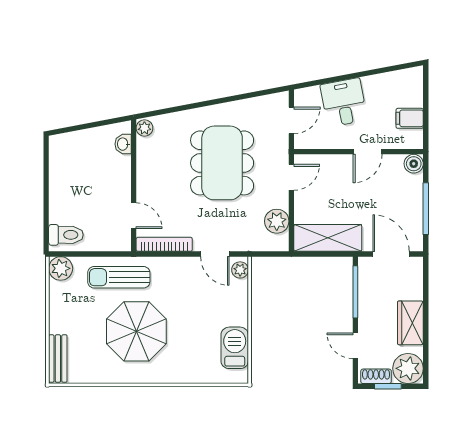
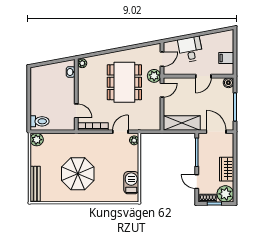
plant: (277, 221) -> (154, 76), moved
door: (215, 254) -> (120, 132), swing flipped
sun lounger: (119, 277) -> (68, 144), removed
bench: (58, 359) -> (35, 184), width x1.36

